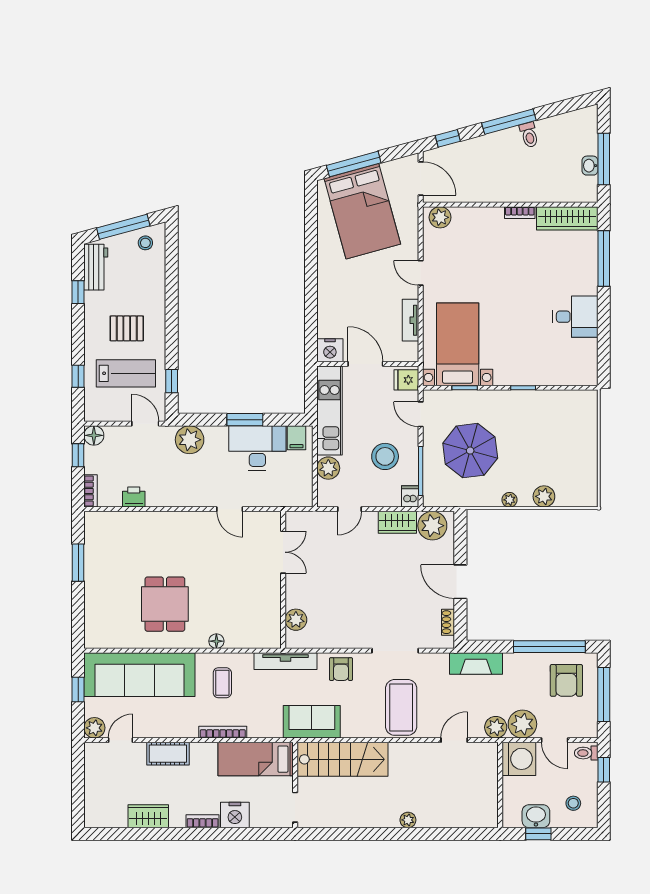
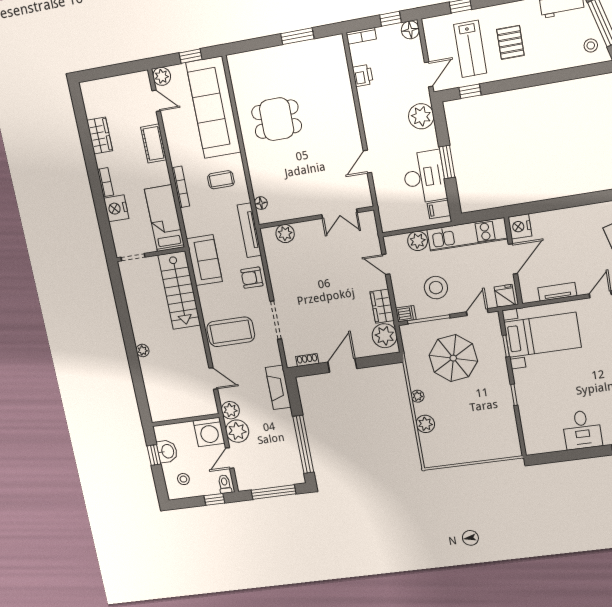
floor lamp: (216, 641) -> (261, 203), moved
armchair: (566, 680) -> (279, 461), removed

